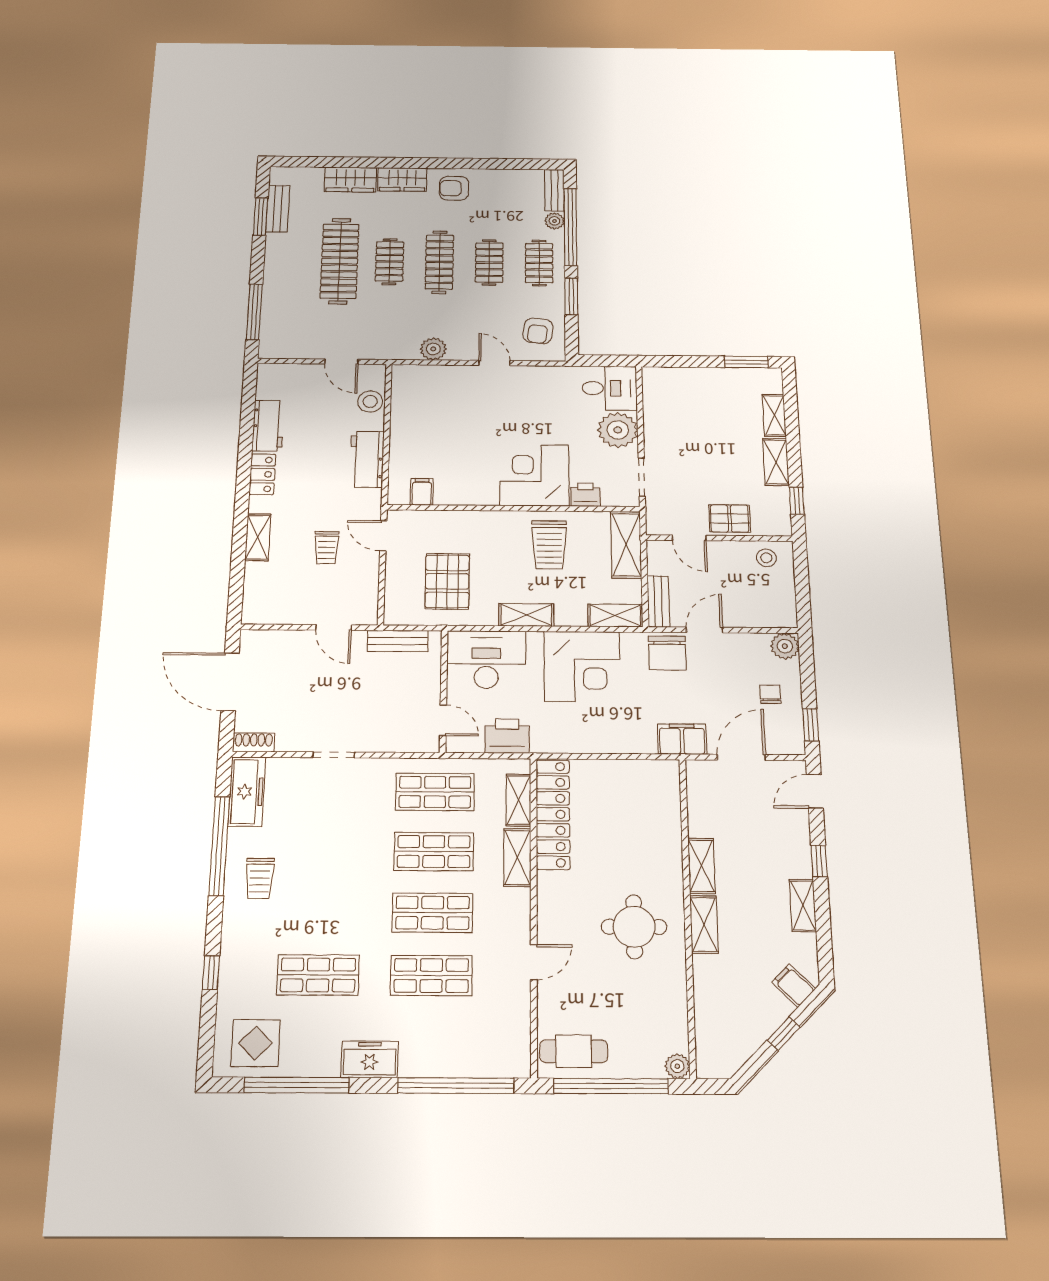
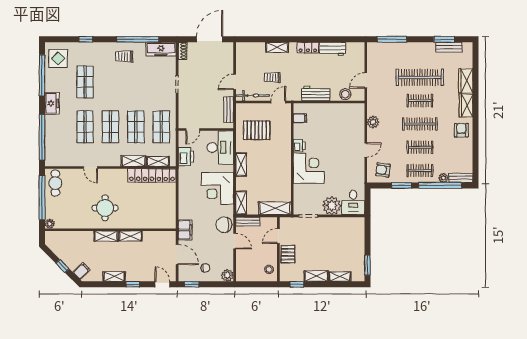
printer: (585, 495) -> (299, 146), moved
trolley: (549, 545) -> (275, 175), removed
bicycle: (367, 589) -> (253, 96), added

